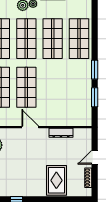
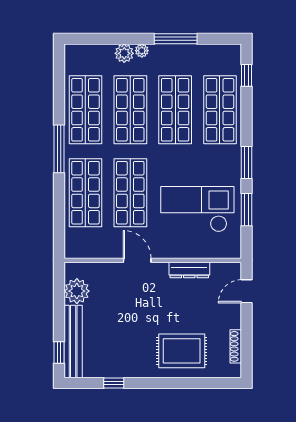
window: (95, 18) -> (246, 75), added
checkout: (66, 97) -> (197, 209), added
door: (95, 157) -> (246, 291), moved
rug: (56, 180) -> (182, 351), turned 90

